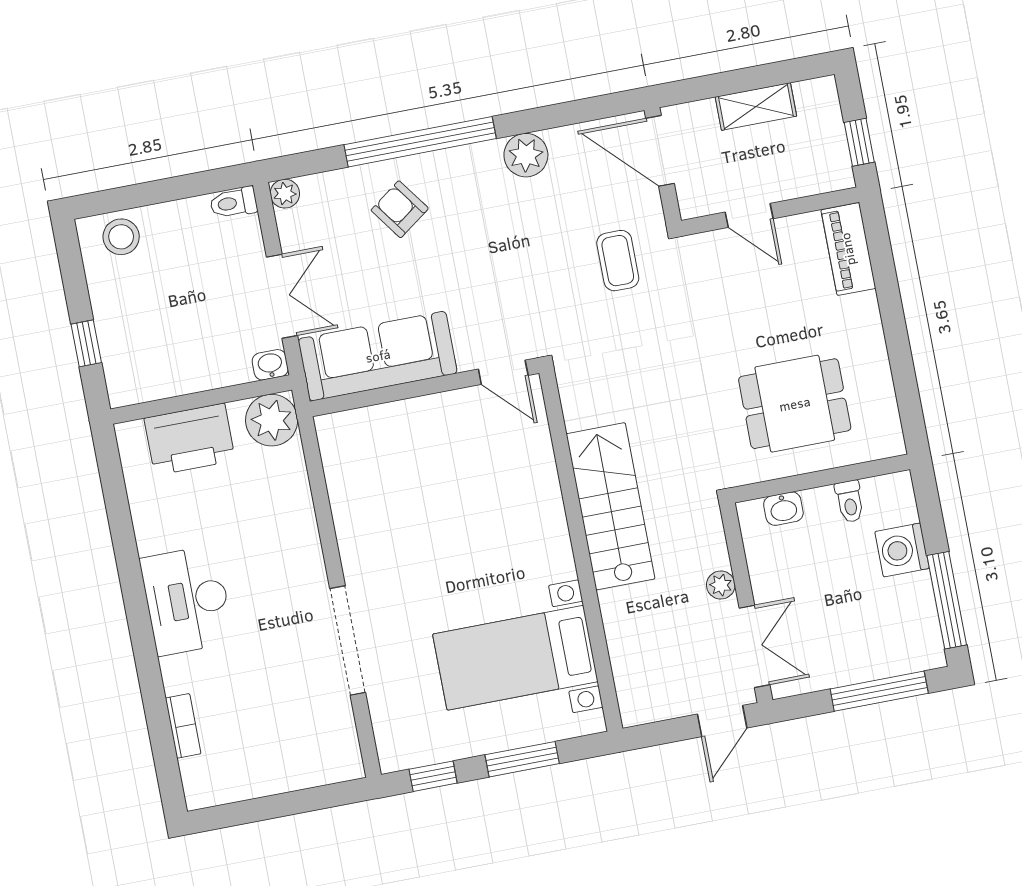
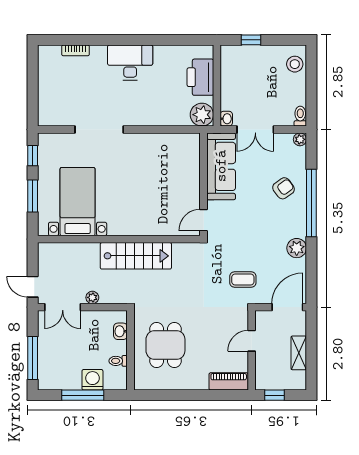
window: (947, 600) -> (83, 395), moved

